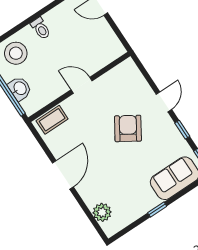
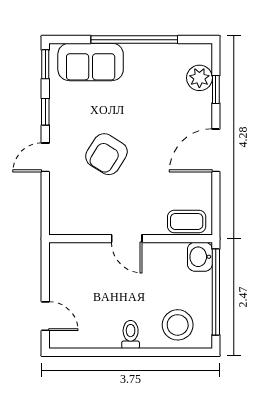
washbasin: (20, 88) -> (200, 257), moved
window: (157, 209) -> (134, 40), width x3.17
window: (87, 212) -> (216, 89), added

